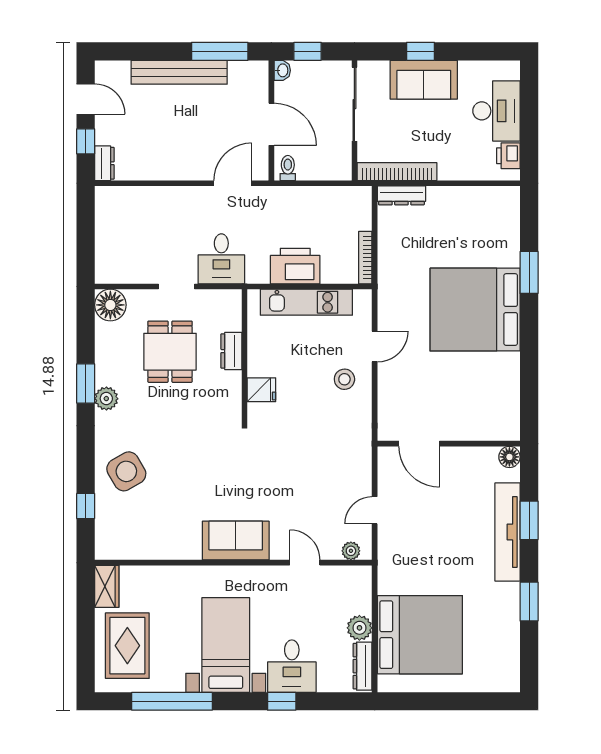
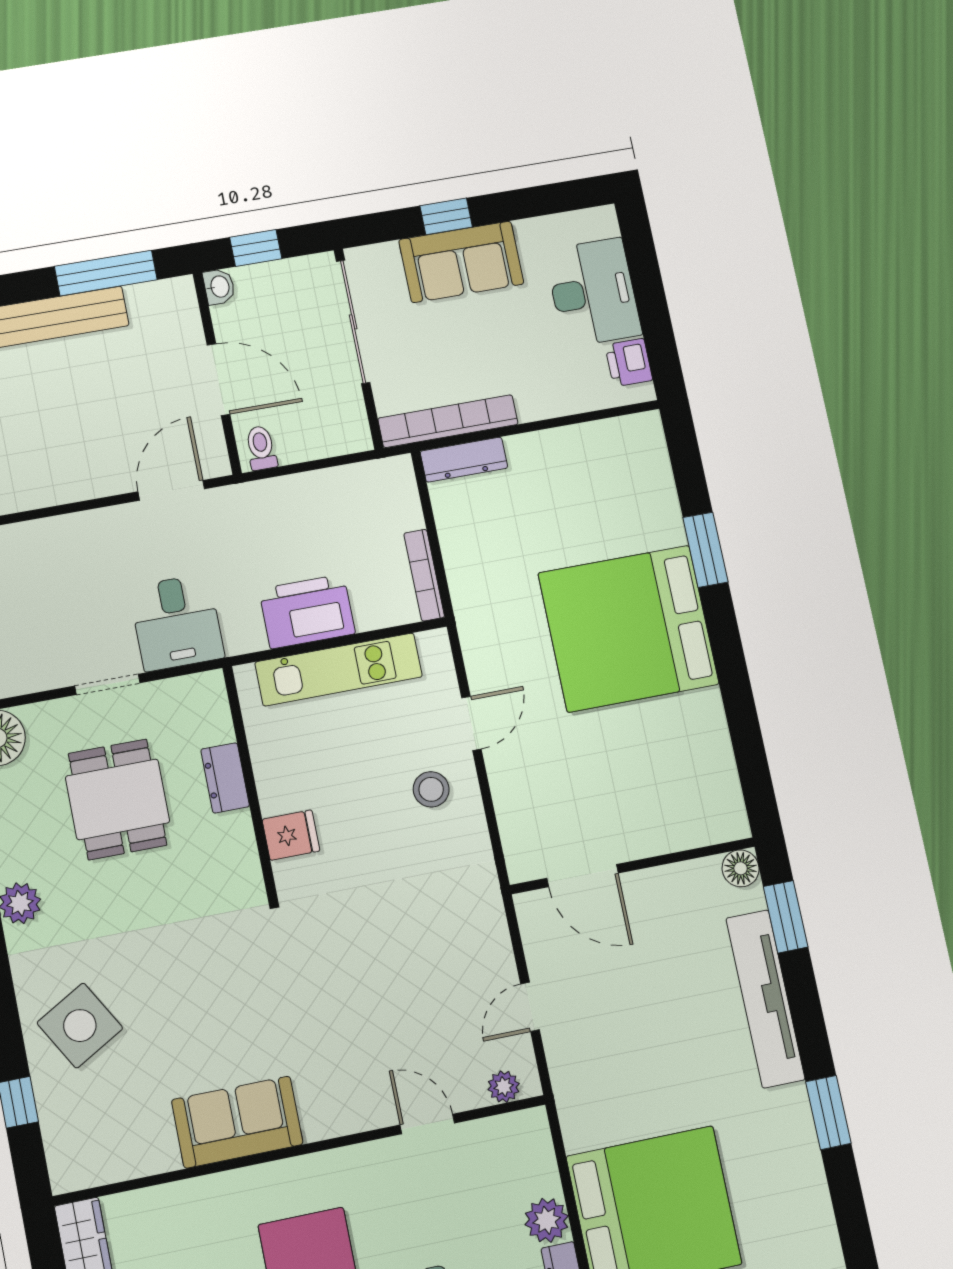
window: (529, 520) -> (786, 917), moved
sofa: (236, 541) -> (237, 1122), moved

